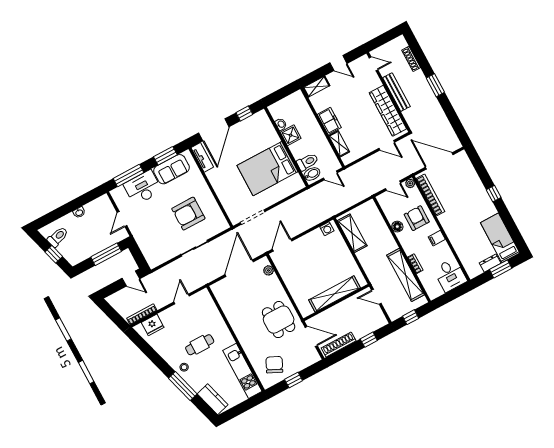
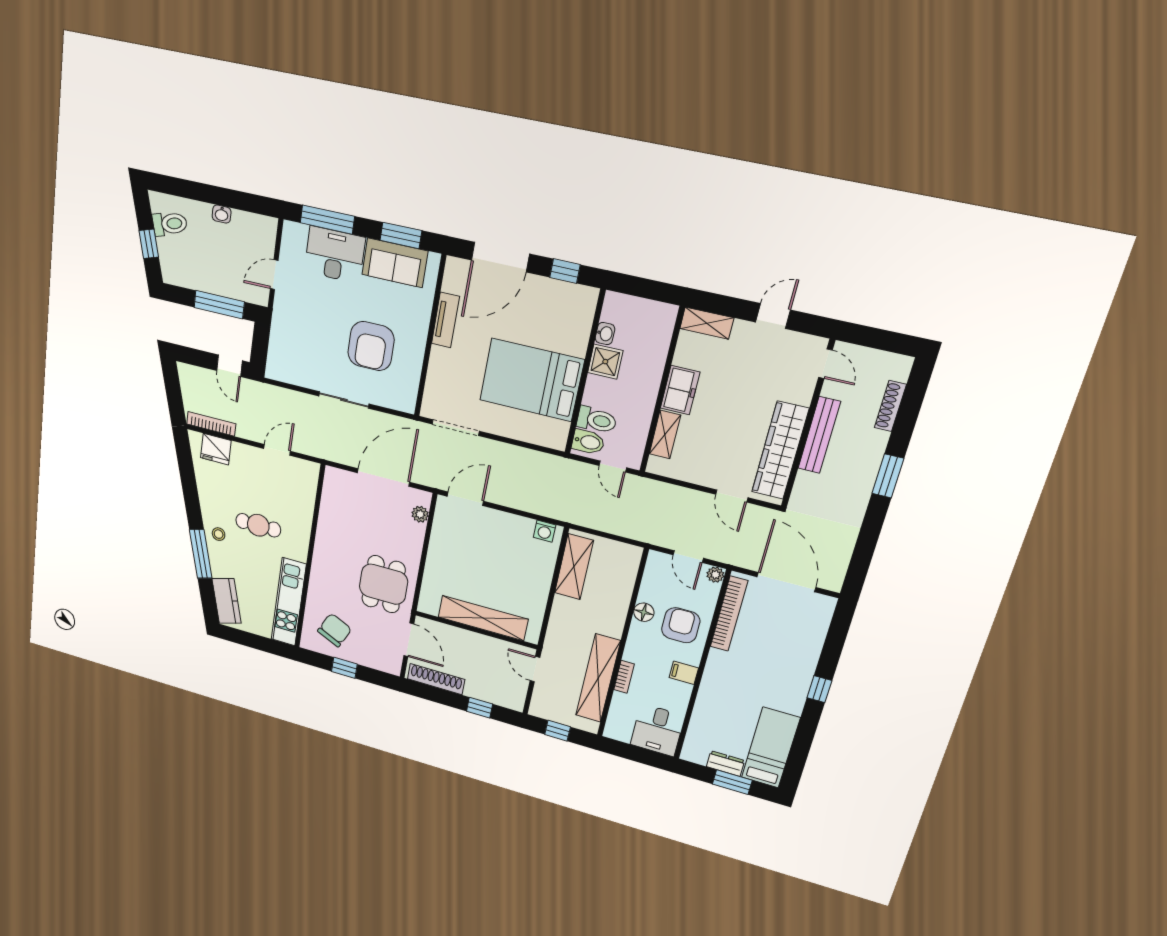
door: (338, 63) -> (773, 316), swing flipped
tv unit: (202, 157) -> (445, 320), moved
armchair: (188, 214) -> (371, 346), turned -90

